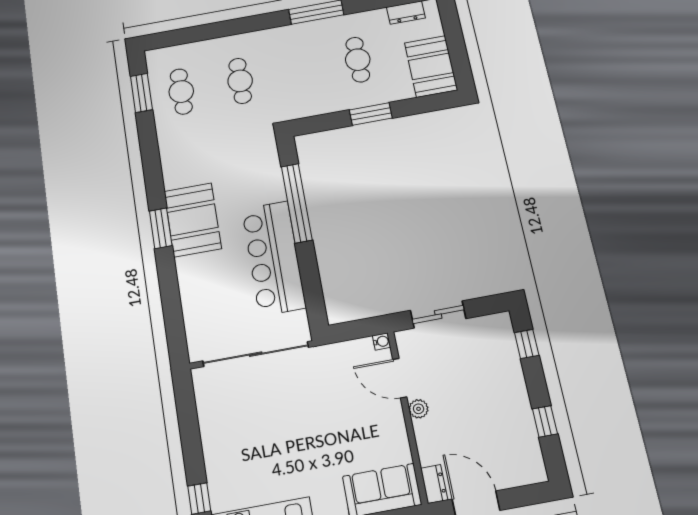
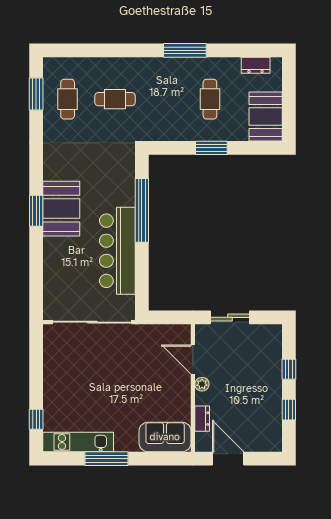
cafe table: (240, 81) -> (115, 99), turned 90
water cooler: (382, 341) -> (185, 330), removed
window: (527, 344) -> (289, 369), moved
dresser: (434, 484) -> (202, 419), moved

